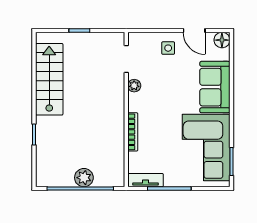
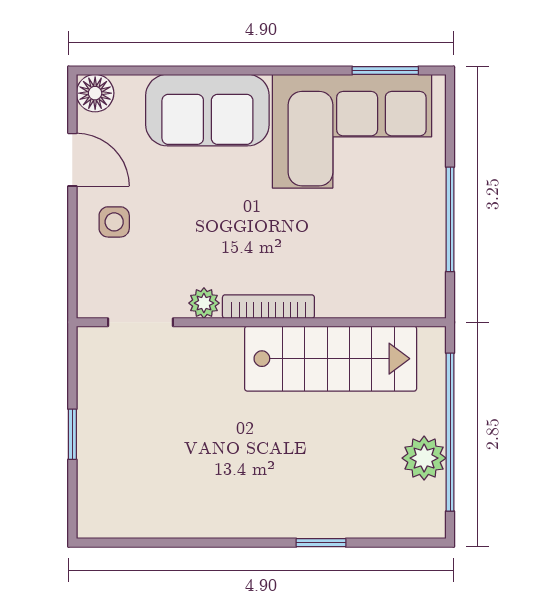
door: (194, 31) -> (72, 160), hinge flipped
stairs: (49, 79) -> (331, 359), moved, turned 180
bookcase: (133, 132) -> (268, 307), moved
plant: (84, 178) -> (424, 458), moved
tv unit: (145, 180) -> (430, 276), removed

